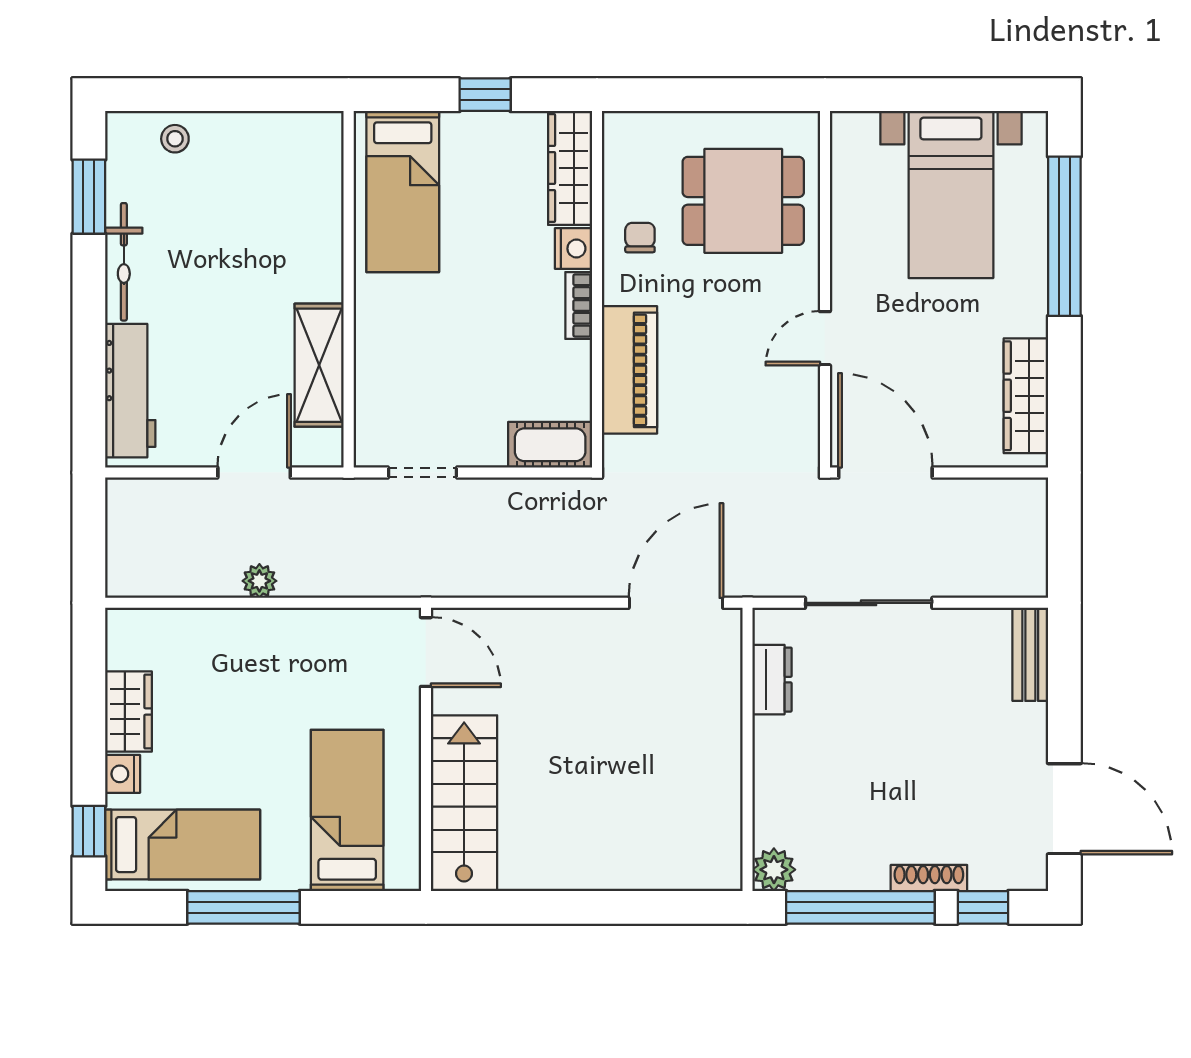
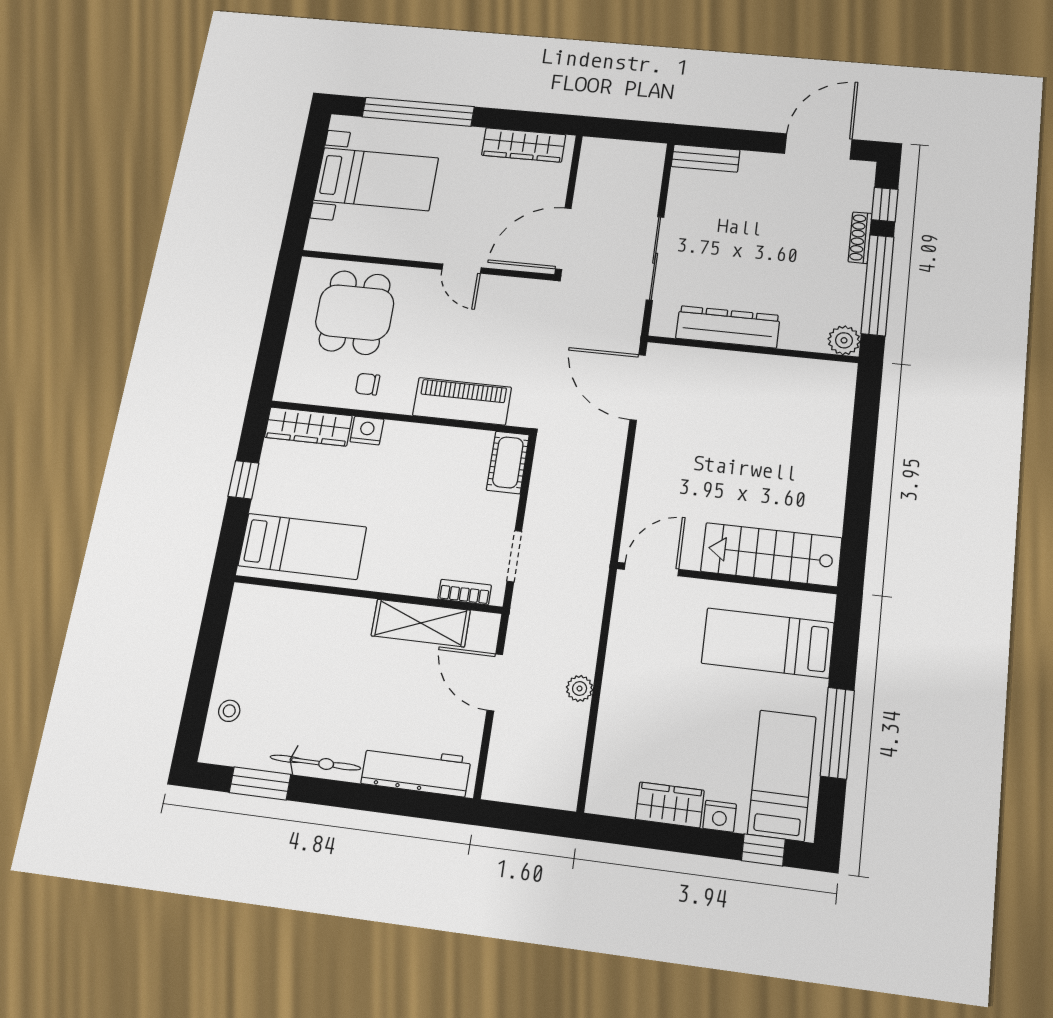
bookcase: (579, 305) -> (465, 592), moved, turned 180
dresser: (772, 680) -> (728, 327), width x1.96, depth x1.24

